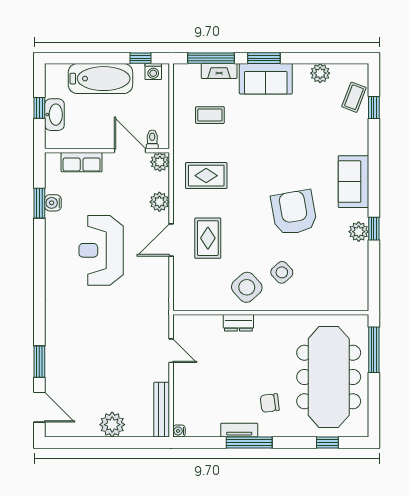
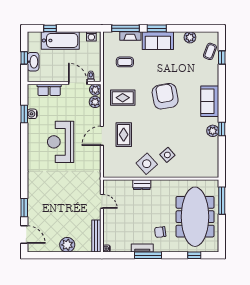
window: (140, 58) -> (50, 28), moved
plant: (159, 202) -> (95, 102), moved
armchair: (294, 212) -> (165, 96), moved

